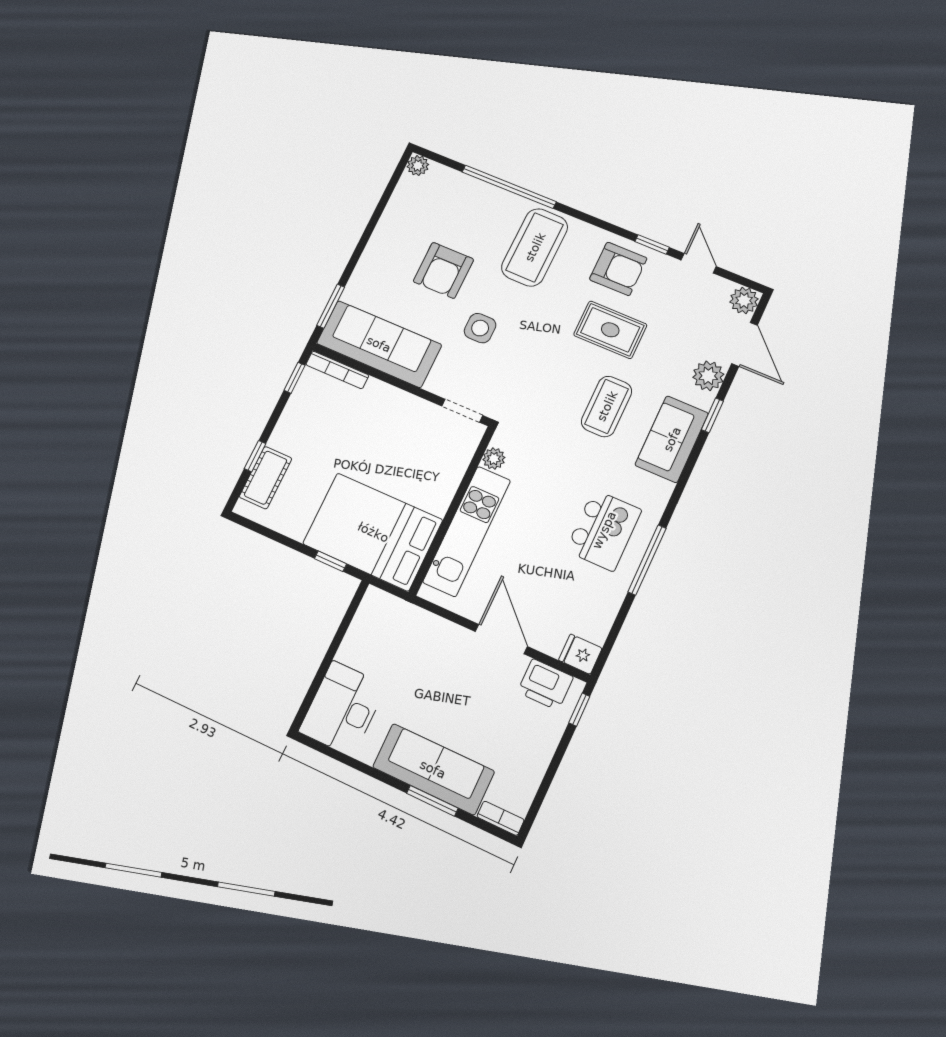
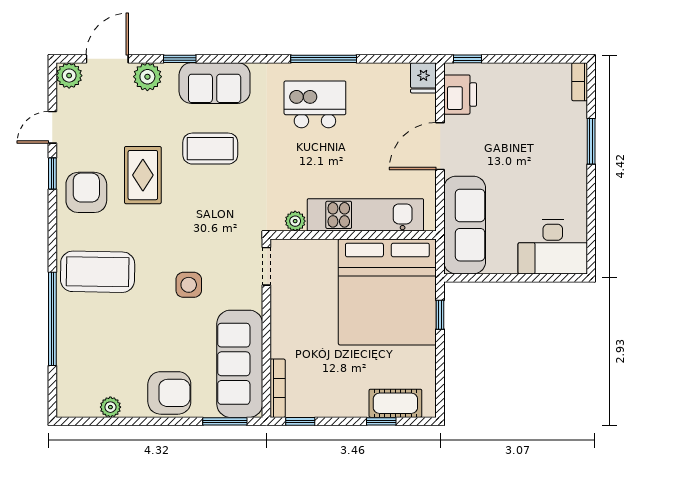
plant: (418, 166) -> (110, 407), moved
armchair: (443, 270) -> (169, 393), moved
bed: (373, 532) -> (387, 292), width x1.36
sofa: (433, 769) -> (465, 225), moved, turned 180

